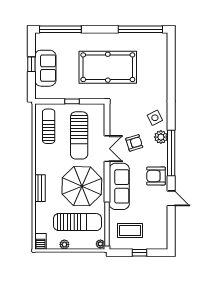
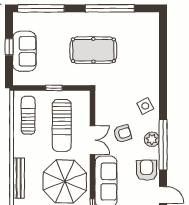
window: (140, 29) -> (110, 8), moved
pool table: (108, 67) -> (93, 50), width x0.73, depth x0.76
plant: (161, 137) -> (152, 139), moved
armchair: (156, 176) -> (146, 170), turned 90
bench: (40, 188) -> (19, 178), width x1.36

